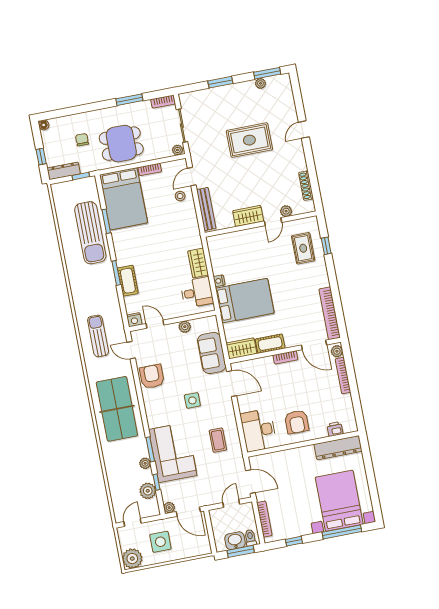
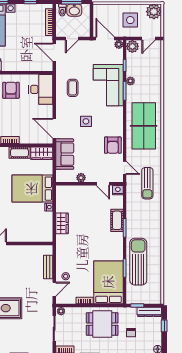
bench: (206, 209) -> (48, 267), width x0.73
wardrobe: (248, 216) -> (18, 251), removed
desk: (197, 292) -> (67, 202), removed
plant: (148, 491) -> (132, 46), moved

